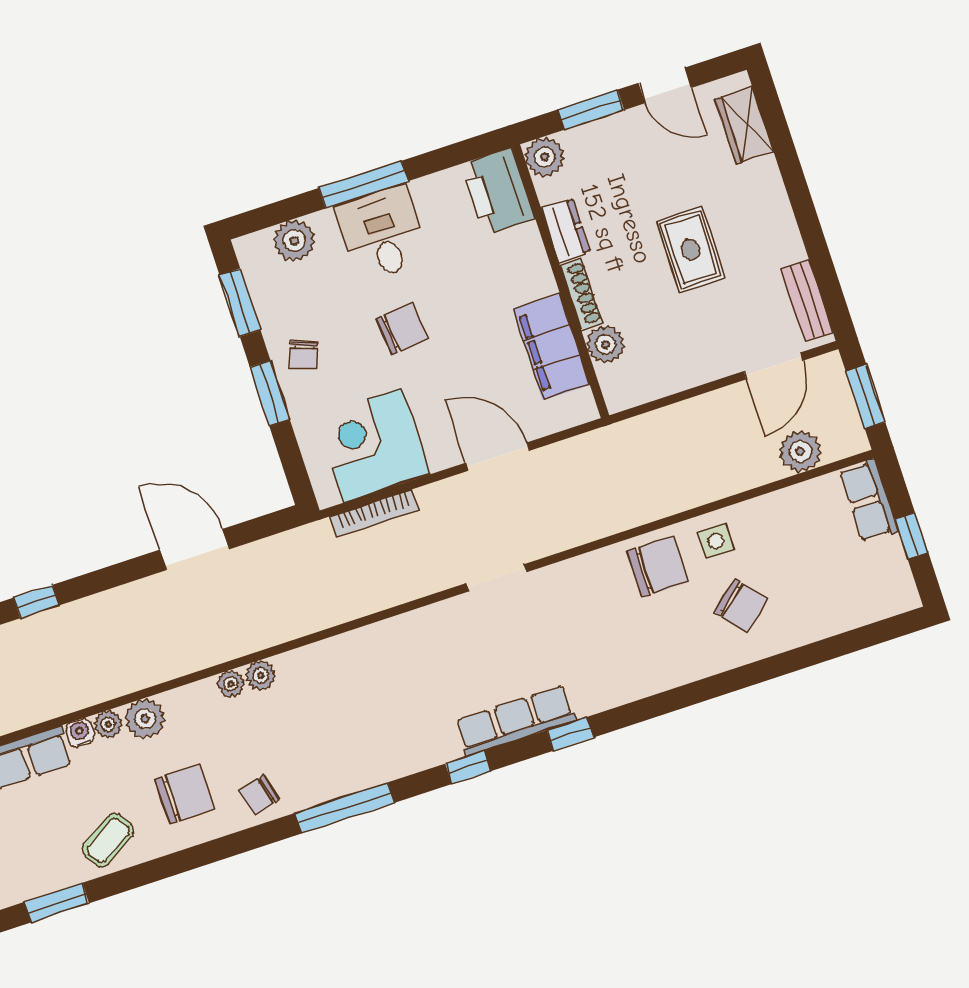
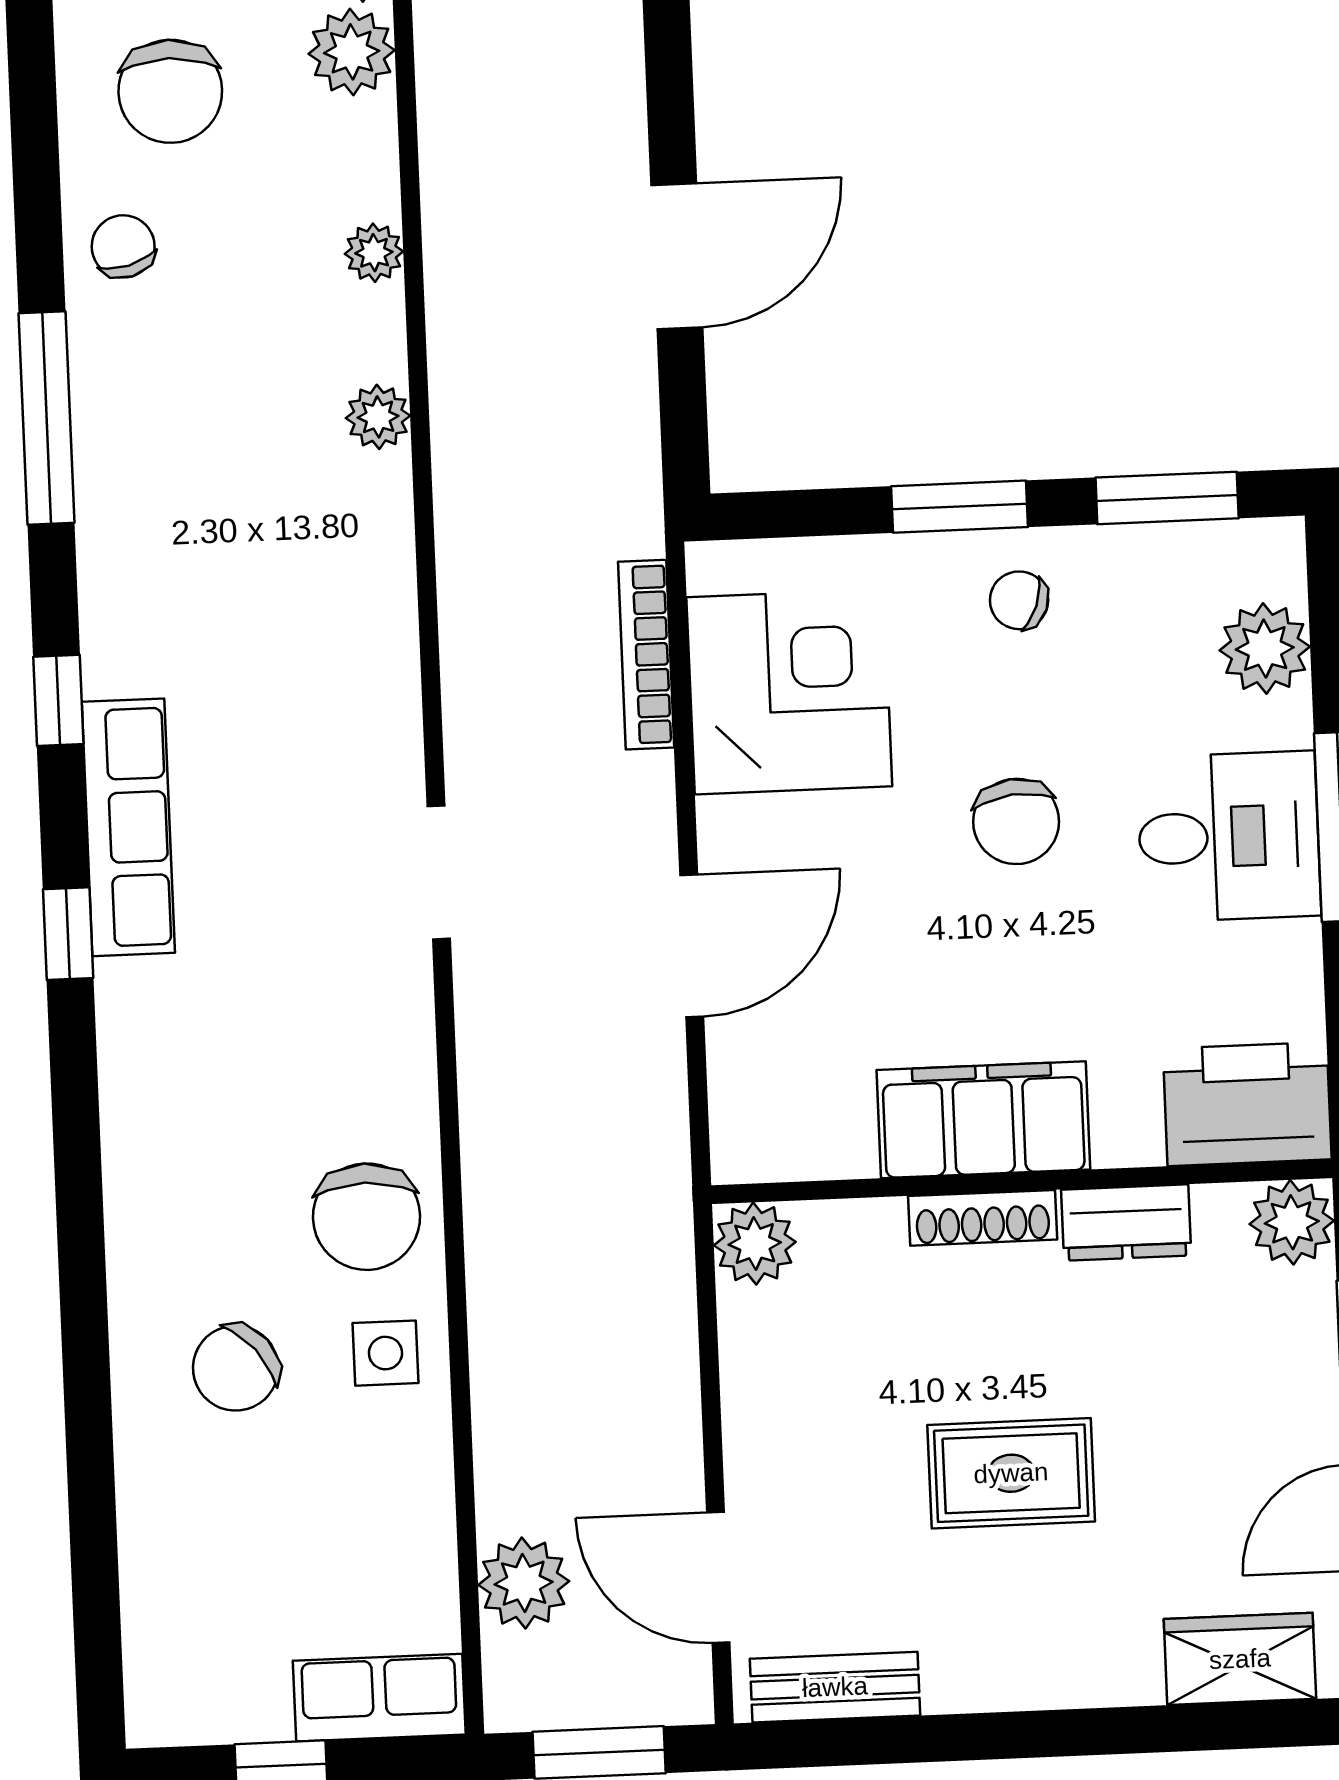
plant: (606, 344) -> (755, 1244), moved
filing cabinet: (551, 347) -> (983, 1120), moved
plant: (261, 675) -> (378, 417), moved

